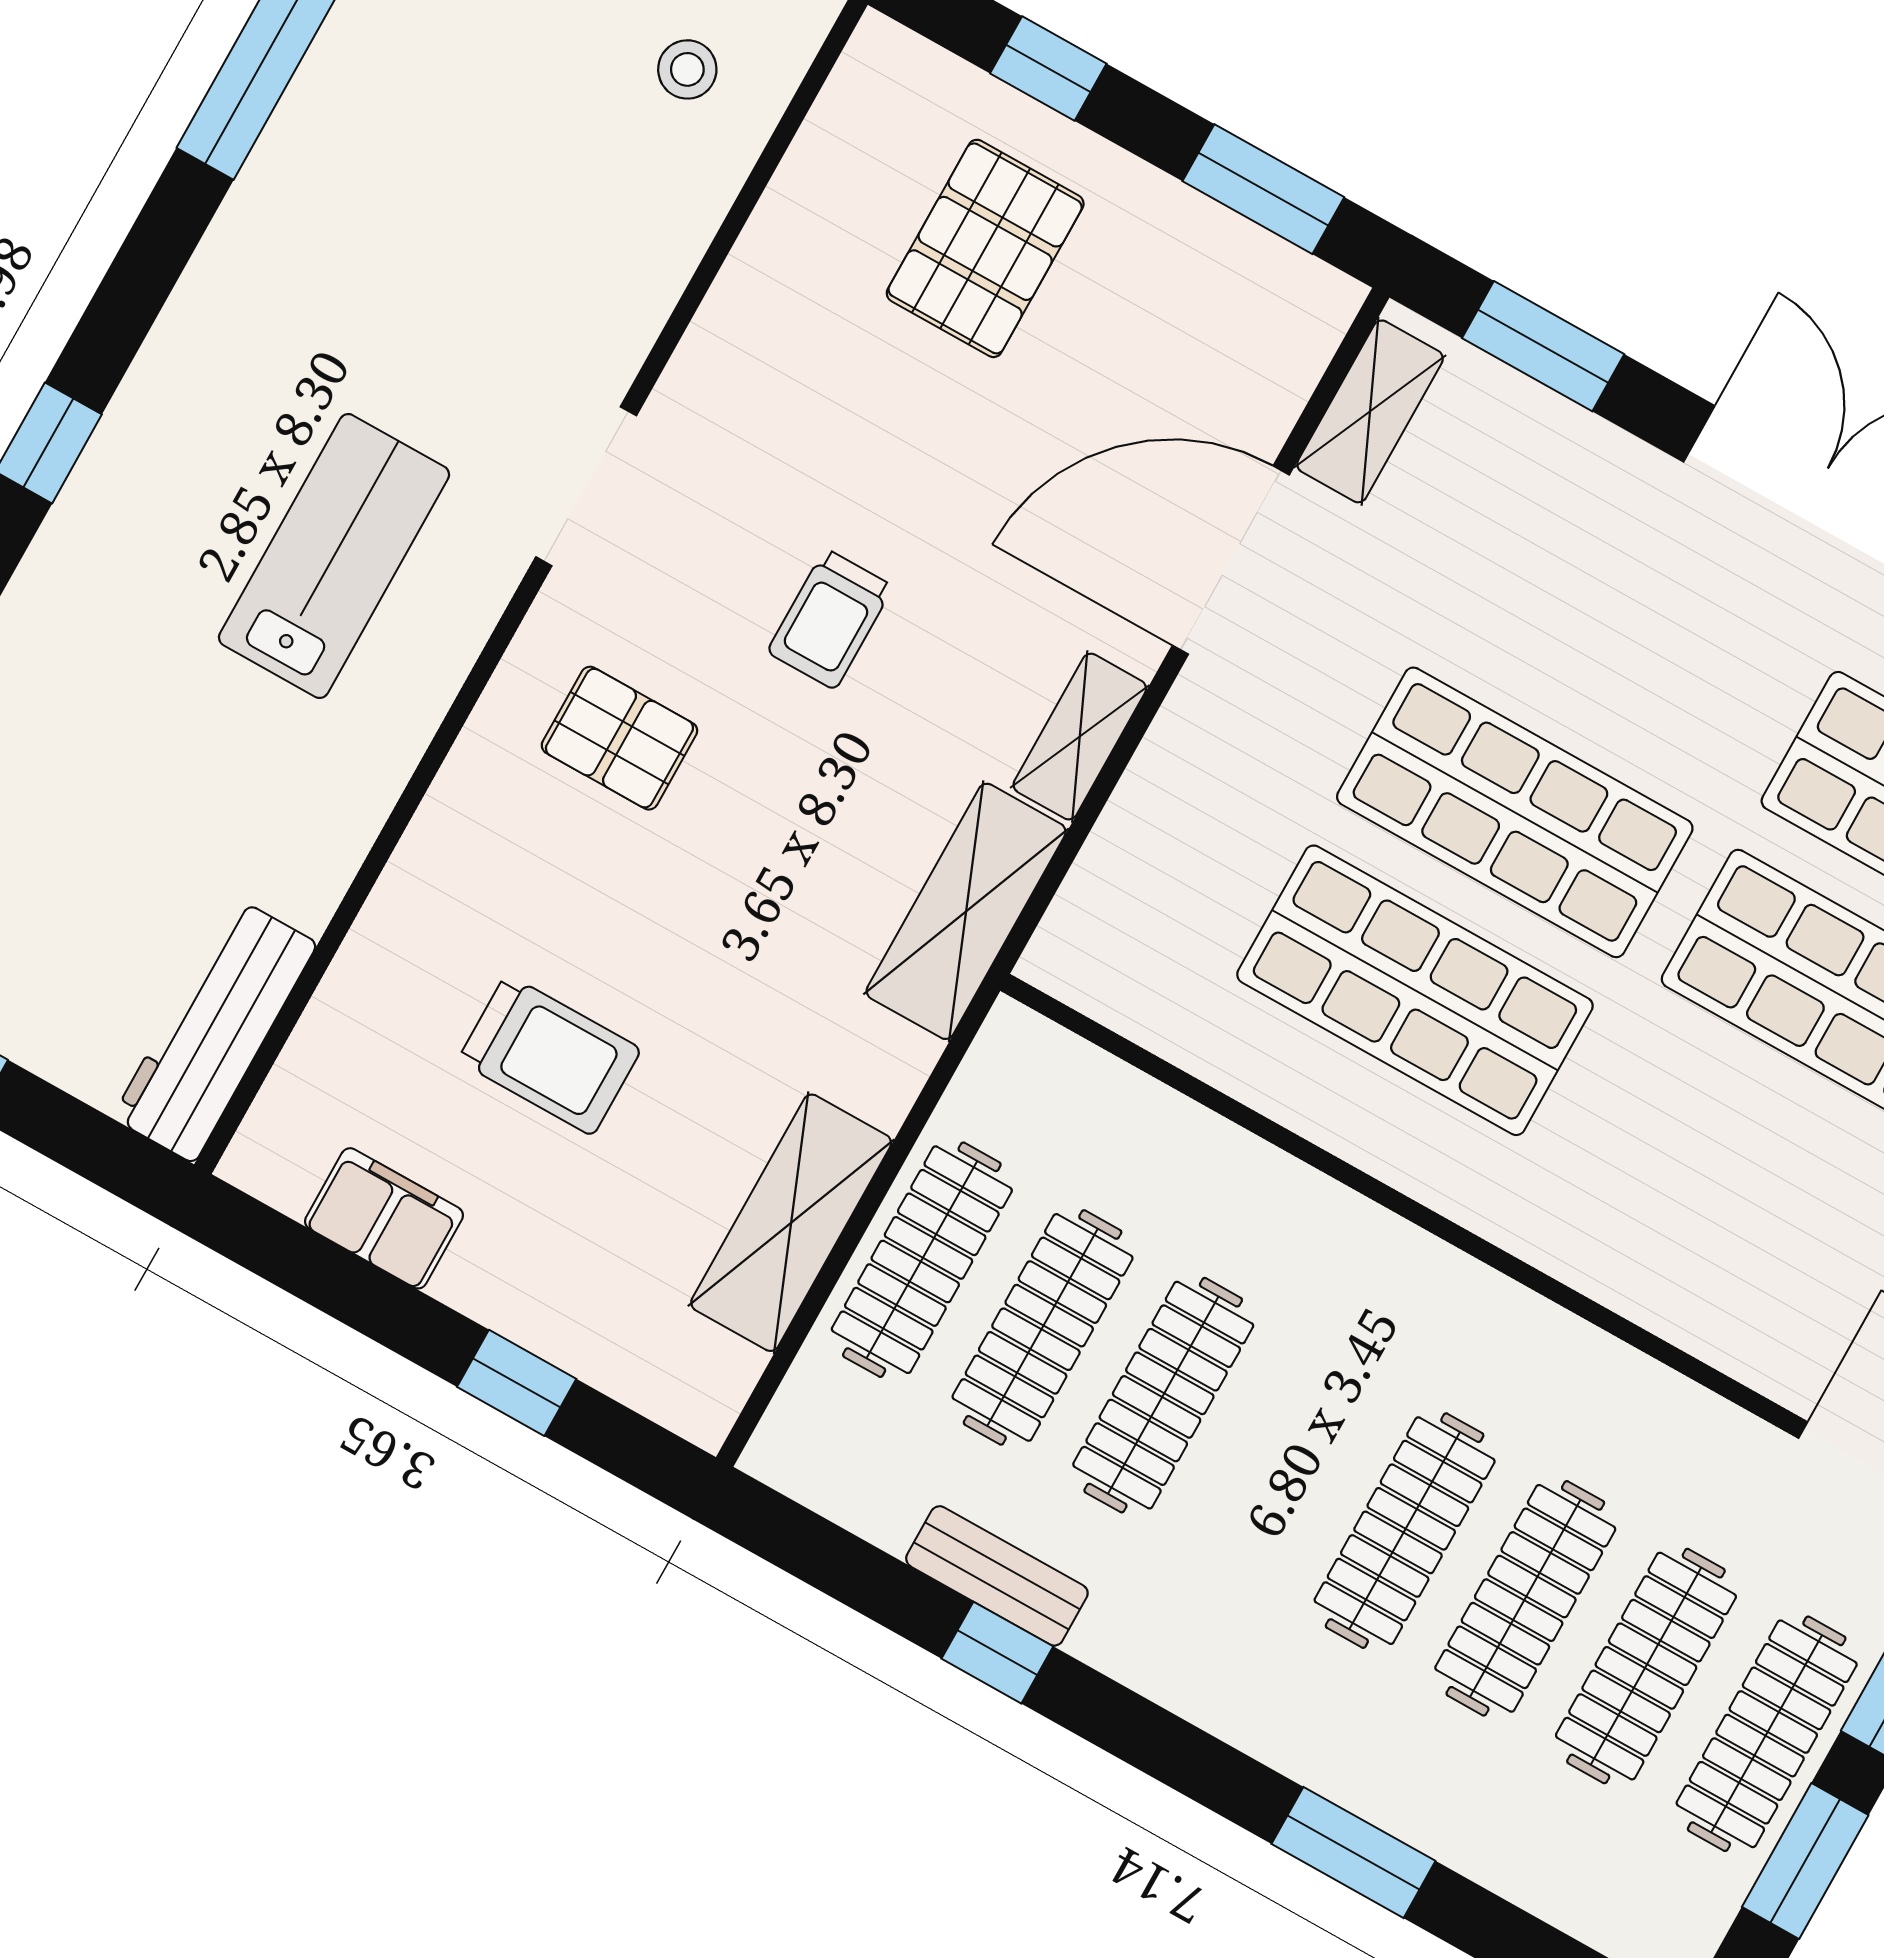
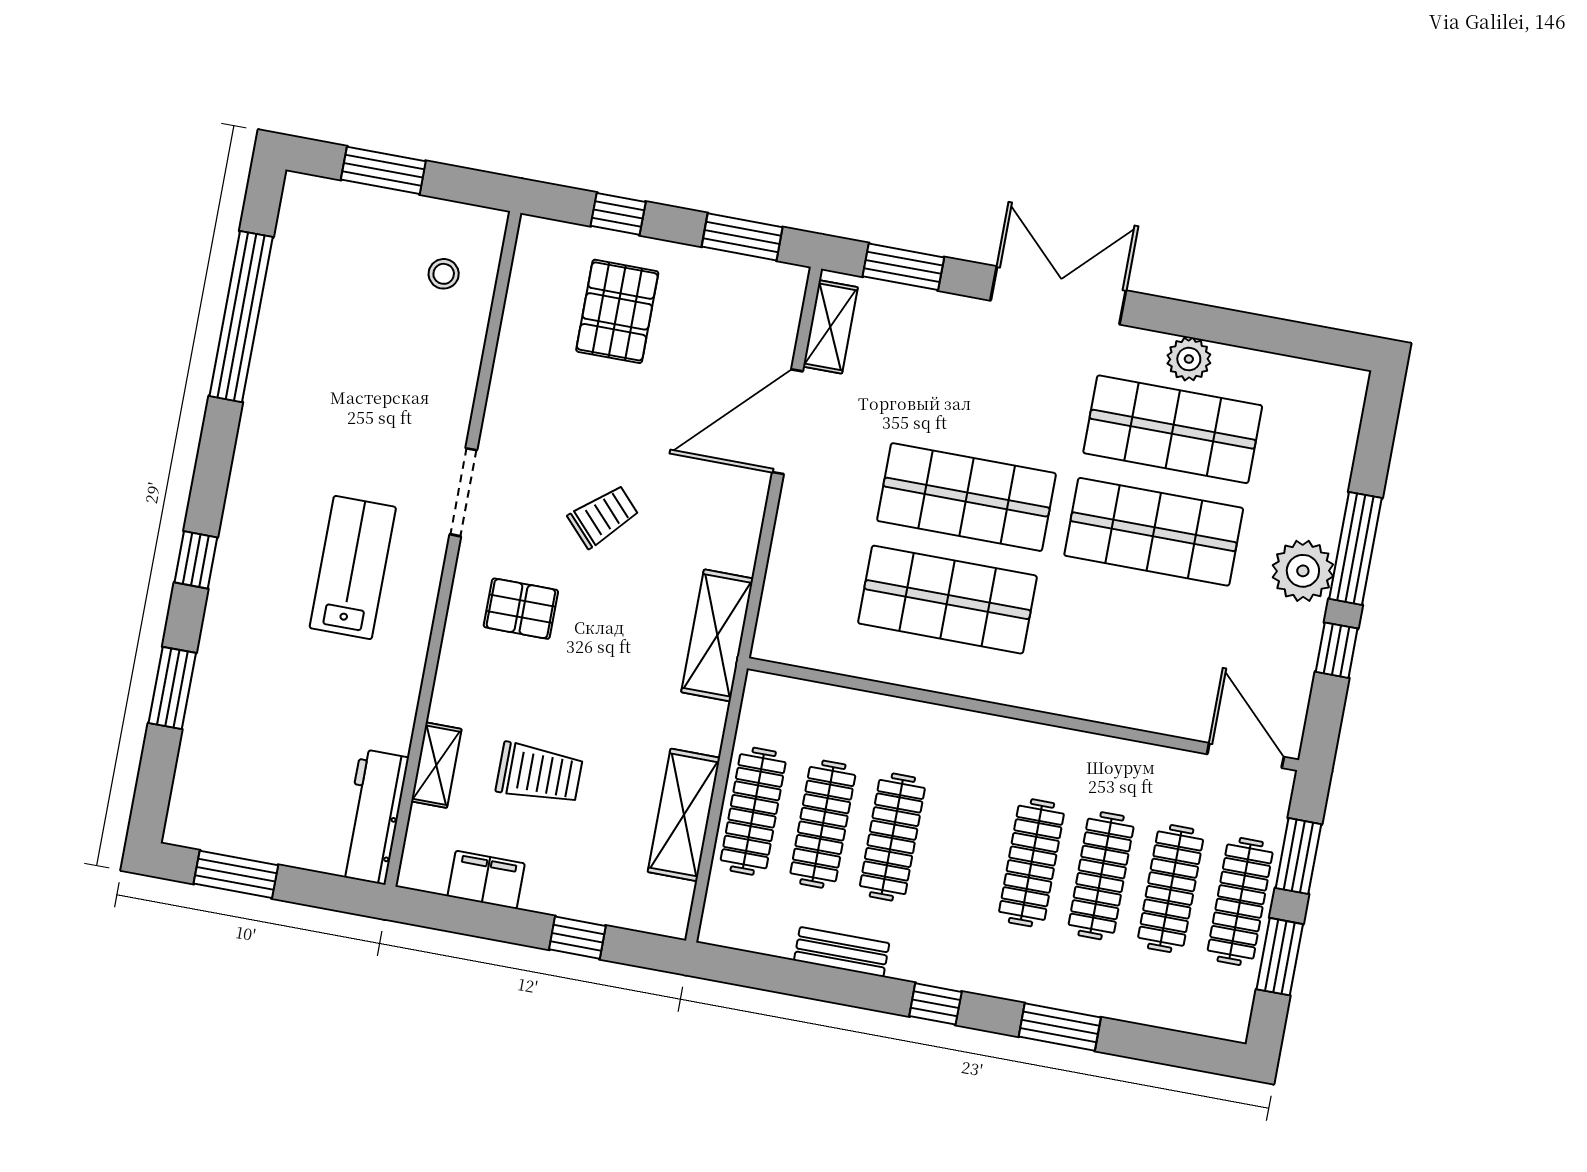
trolley: (830, 619) -> (603, 516), turned -133
shelving: (1080, 737) -> (436, 765), moved
window: (997, 1653) -> (935, 1004), moved

